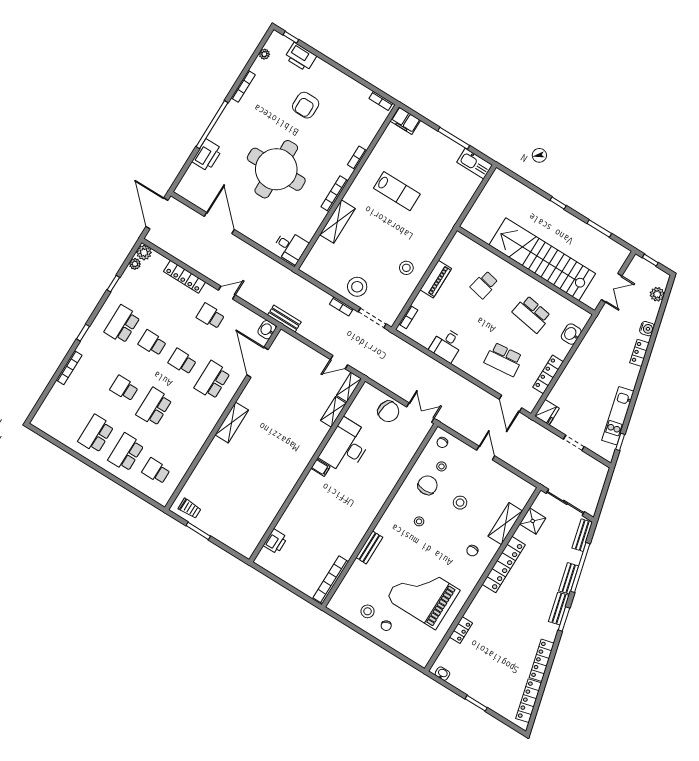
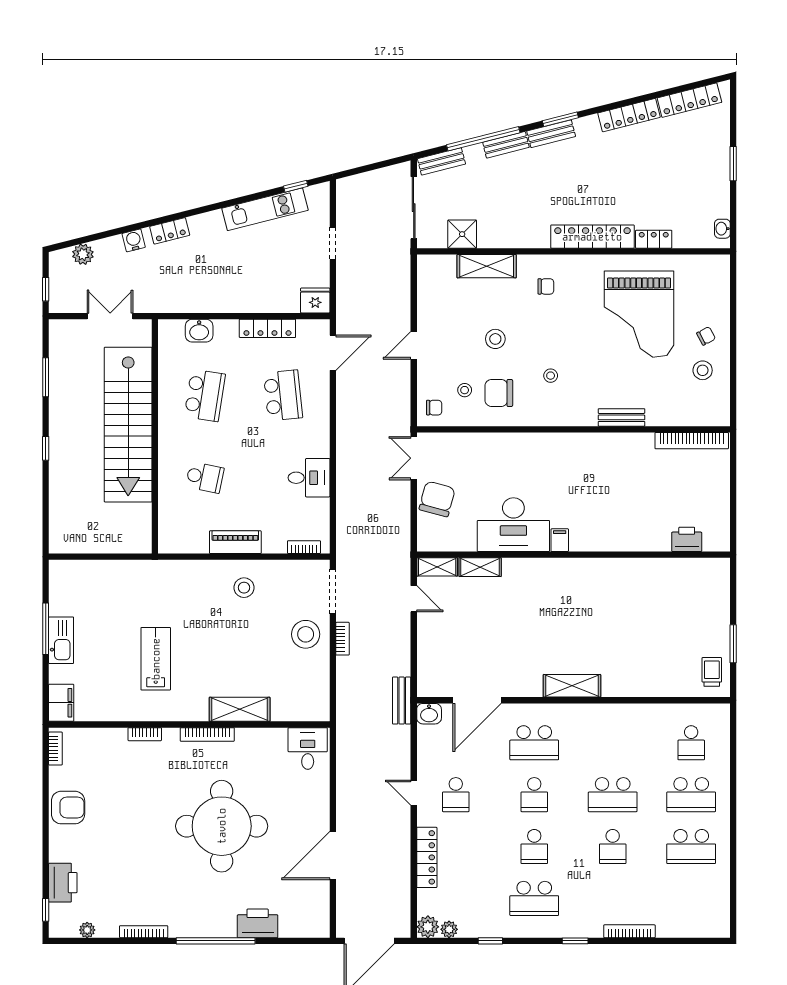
armchair: (306, 105) -> (68, 808), moved
kitchen sink: (475, 164) -> (61, 640), moved
locker: (504, 565) -> (592, 237), moved

